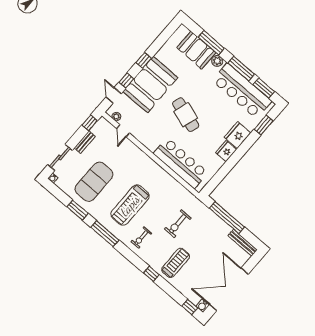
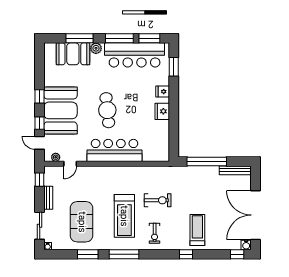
cafe table: (186, 115) -> (107, 110), turned 66
door: (123, 131) -> (70, 164), hinge flipped
fridge: (237, 135) -> (163, 92), width x0.53, depth x0.75
bar counter: (181, 163) -> (114, 150), moved
exercise bike: (178, 224) -> (158, 200), moved, turned -90

